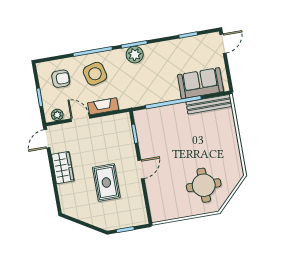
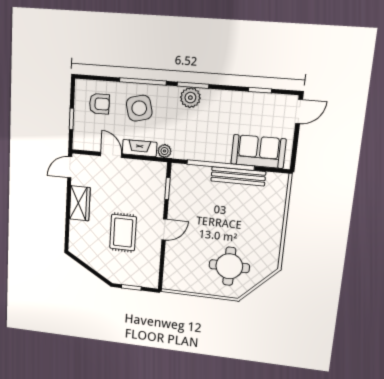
bench: (209, 104) -> (238, 176), moved
plant: (57, 115) -> (165, 151), moved

